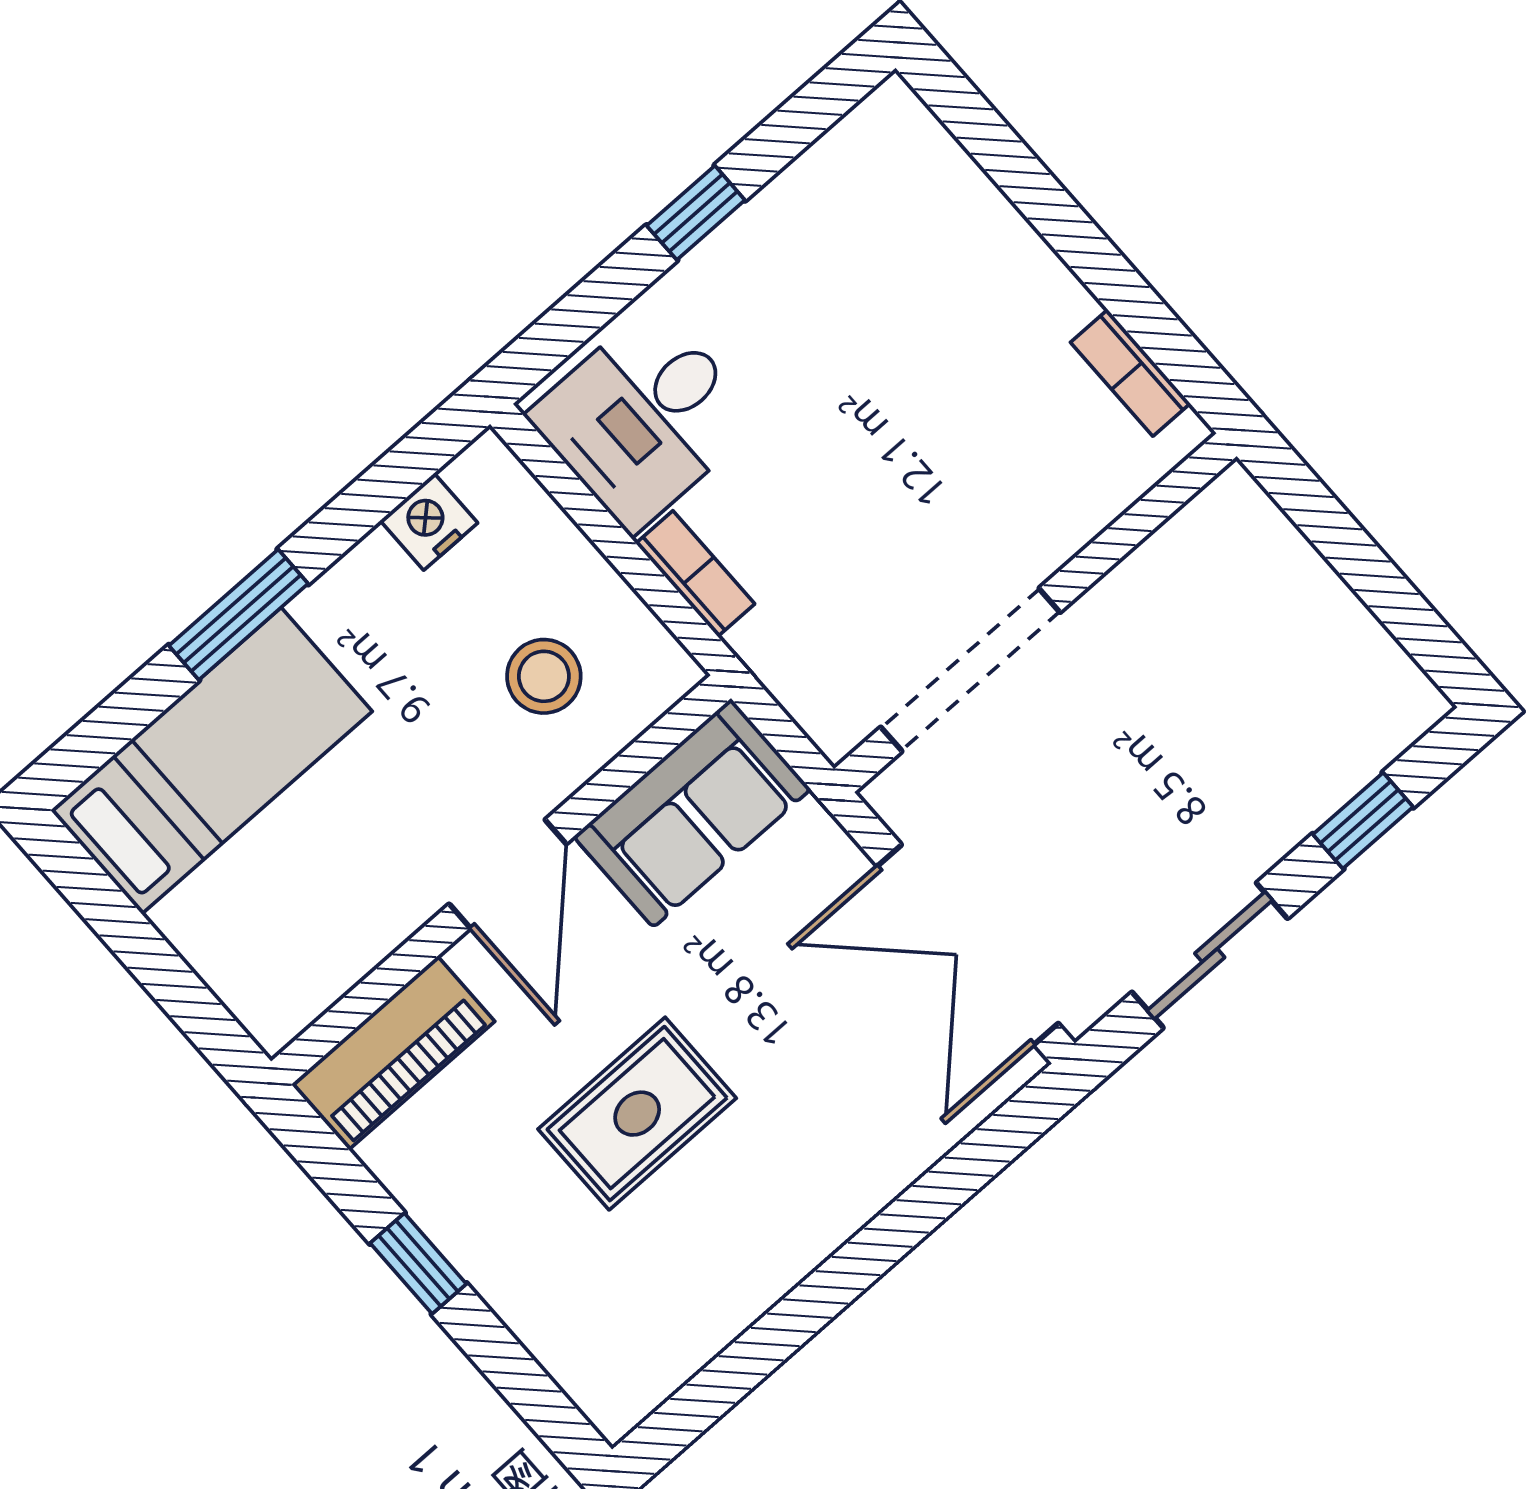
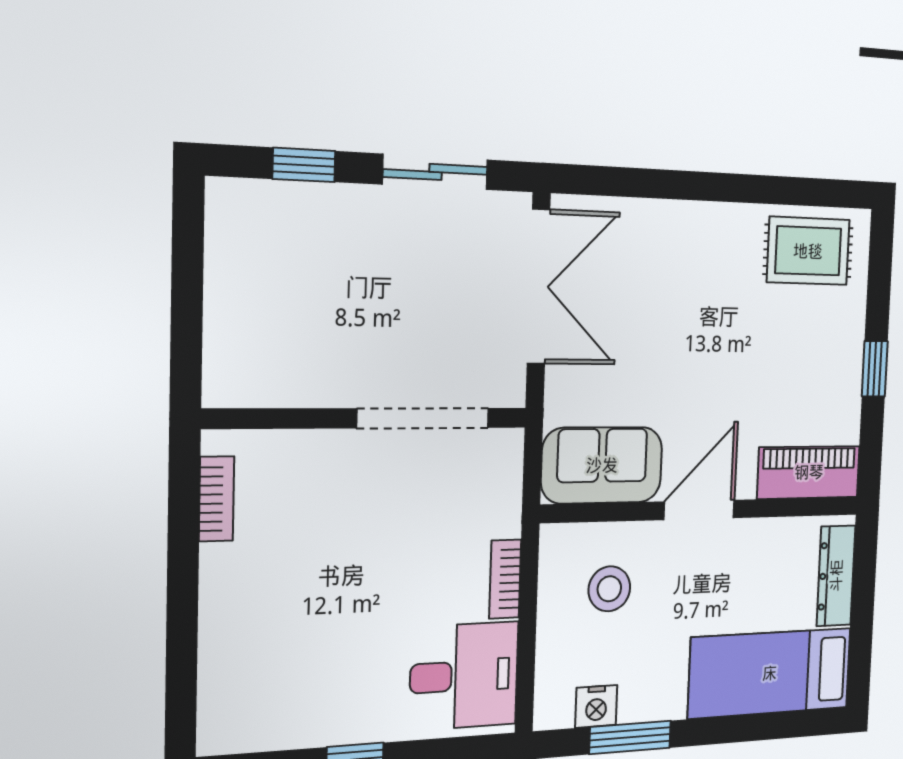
window: (238, 615) -> (630, 737), moved
dresser: (227, 961) -> (836, 576), added
rug: (637, 1114) -> (808, 251), moved

